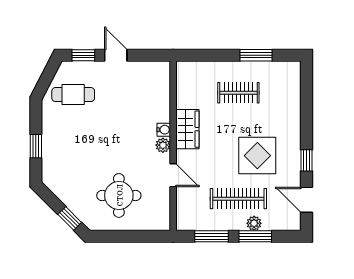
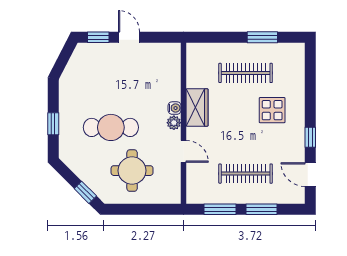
clothes rail: (238, 93) -> (246, 73), width x1.36
cafe table: (73, 95) -> (111, 127), moved, width x1.37, depth x1.35
display table: (257, 156) -> (272, 110), moved, width x0.73, depth x0.73
plant: (254, 223) -> (260, 197), removed

